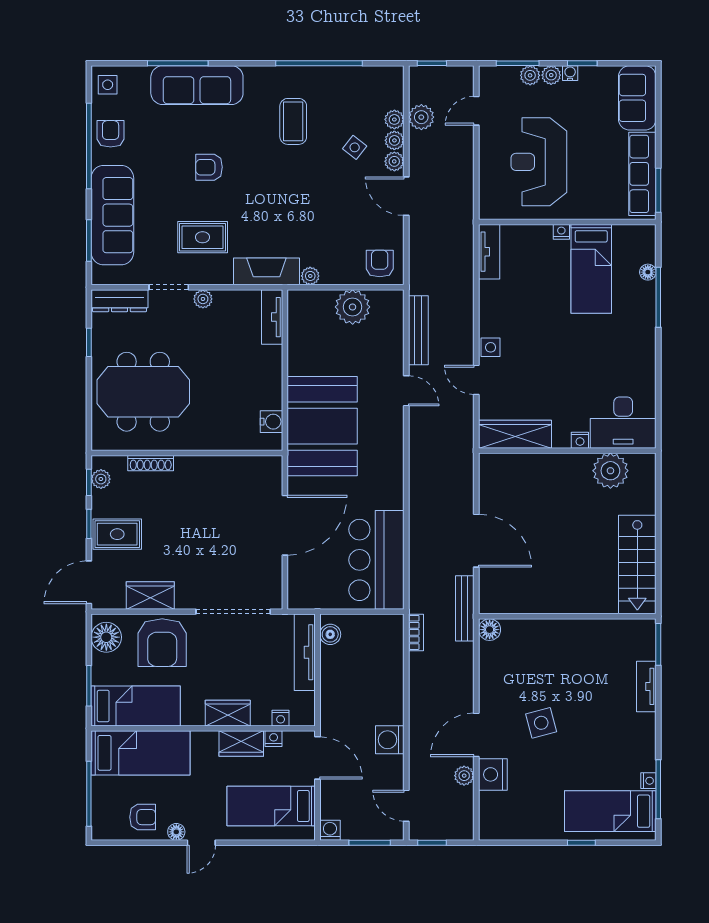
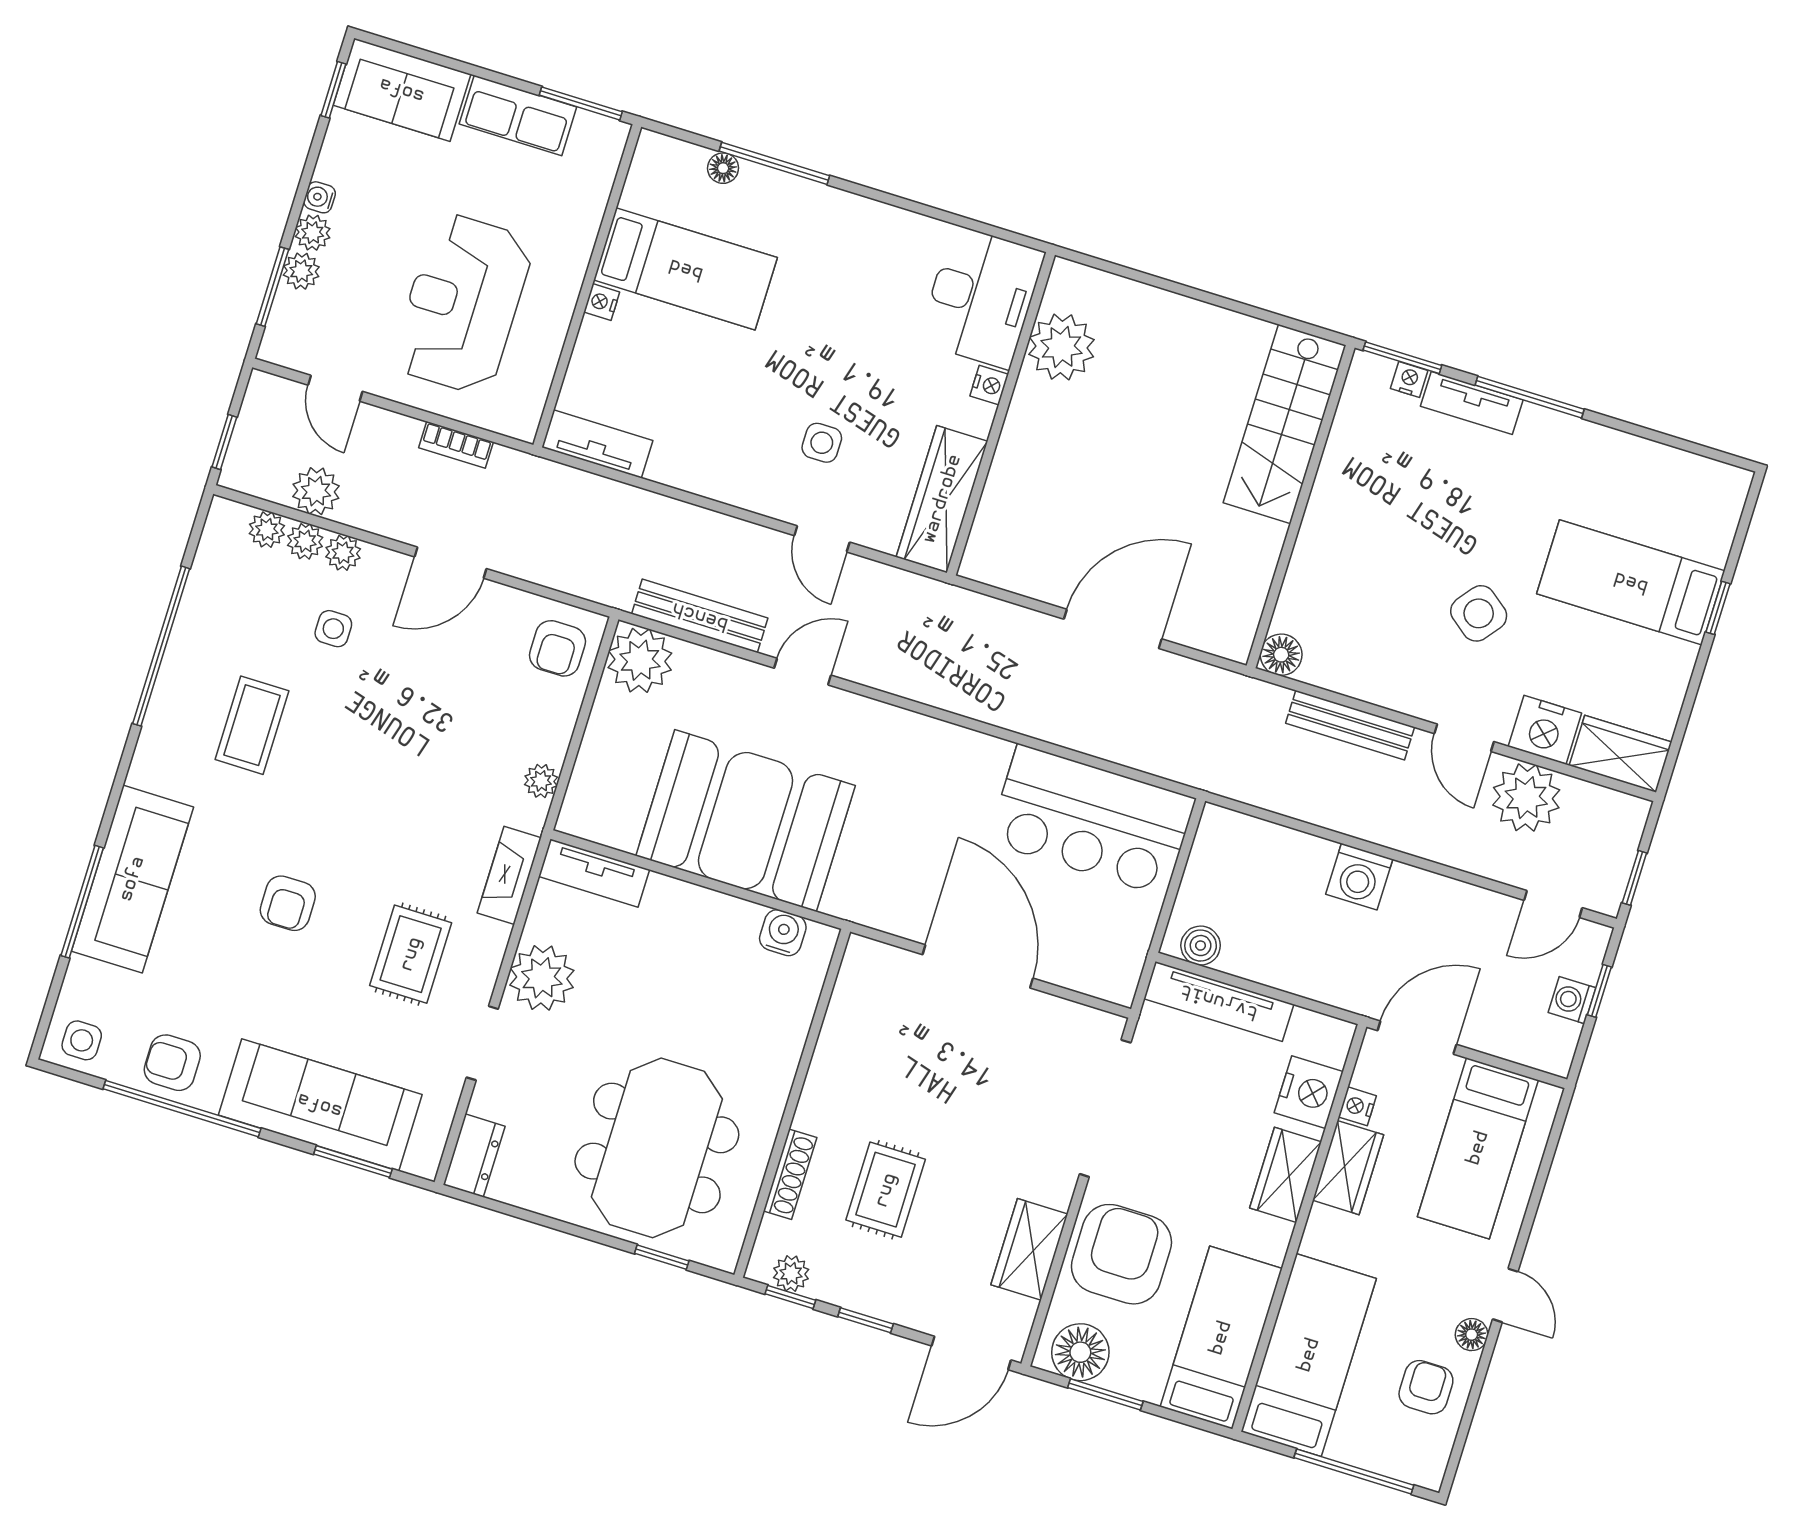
window: (582, 63) -> (333, 90), moved
coffee table: (293, 121) -> (252, 725), turned 90
side table: (355, 147) -> (333, 629), turned -38
plant: (394, 161) -> (267, 530), moved
reception desk: (539, 162) -> (463, 304), turned 90
row of seats: (642, 174) -> (518, 115), width x0.68
armchair: (380, 264) -> (557, 648), turned -90
fireplace: (266, 271) -> (509, 875), width x0.73, depth x0.76
plant: (203, 299) -> (542, 978), width x1.88, depth x1.88
dresser: (119, 301) -> (474, 1155), width x0.70
plant: (353, 307) -> (640, 660), moved
window: (89, 342) -> (662, 1257), moved
side table: (491, 347) -> (822, 443), moved
door: (476, 380) -> (822, 539), hinge flipped
booth: (322, 426) -> (746, 821), moved
rug: (117, 534) -> (886, 1190), moved
stairs: (637, 565) -> (1285, 424), moved, turned 90
door: (89, 582) -> (971, 1353), hinge flipped
bench: (465, 608) -> (1350, 725), moved
bookcase: (416, 632) -> (456, 445), moved, turned 180
armchair: (162, 643) -> (1121, 1254), turned -90
window: (89, 686) -> (1105, 1394), moved
nightstand: (281, 718) -> (1309, 1092), width x1.89, depth x1.79
side table: (541, 723) -> (1479, 613), turned -37
door: (476, 735) -> (1464, 738), width x0.73
washing machine: (390, 740) -> (1359, 877), moved
plant: (464, 776) -> (1526, 798), width x1.88, depth x1.88
nightstand: (648, 781) -> (1409, 379), moved
window: (658, 789) -> (1530, 397), moved
bed: (610, 811) -> (1631, 582), moved, turned 90
wardrobe: (493, 816) -> (1621, 754), added
washing machine: (330, 830) -> (1572, 1000), moved
window: (370, 843) -> (1599, 991), width x0.67

